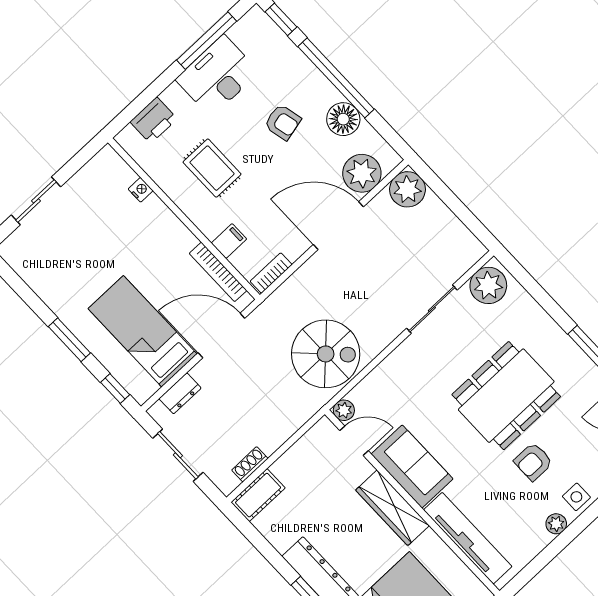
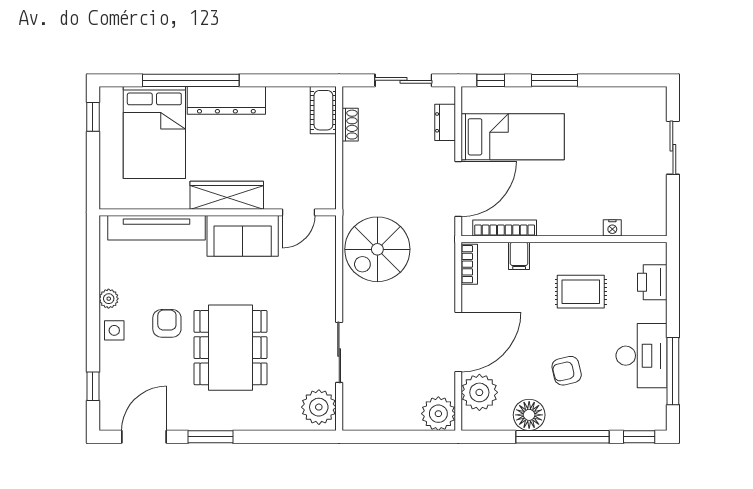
plant: (344, 410) -> (326, 225), removed

